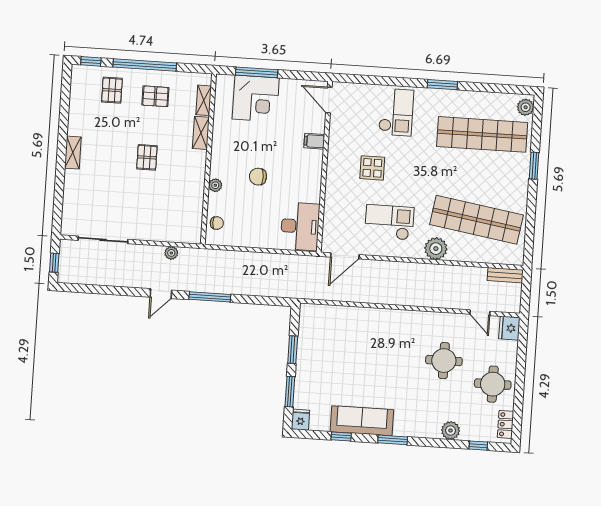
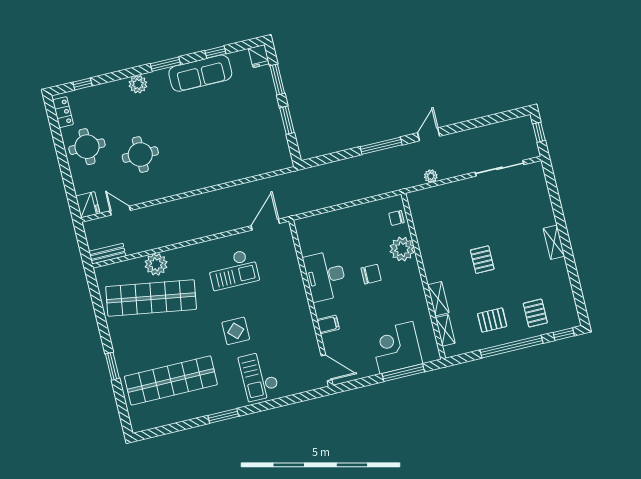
plant: (526, 107) -> (138, 419), removed
display table: (372, 168) -> (236, 331), moved
plant: (215, 185) -> (402, 249), width x1.88, depth x1.88
desk: (300, 226) -> (325, 276), moved
plant: (436, 249) -> (156, 264), moved
plant: (451, 430) -> (138, 84), moved

